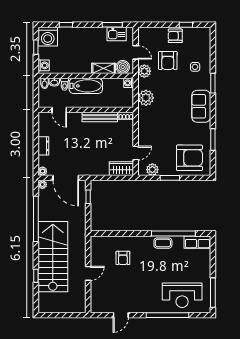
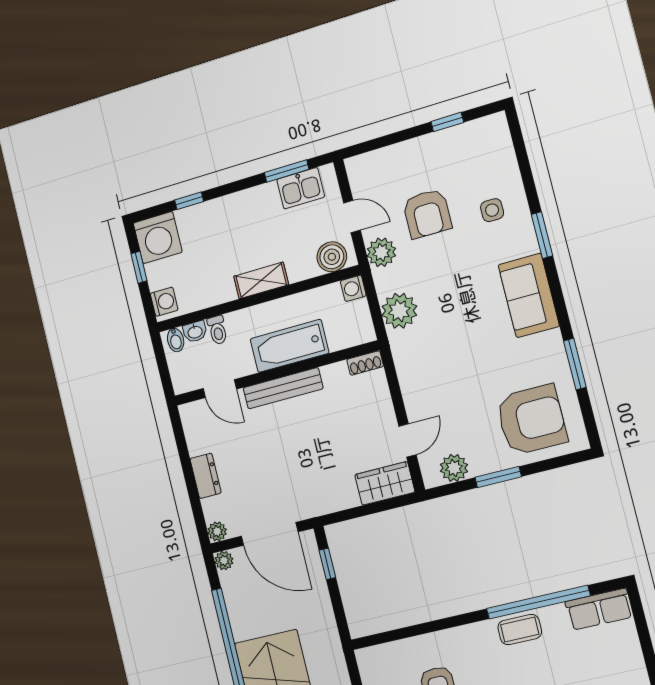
armchair: (175, 36) -> (430, 154), removed
shelving: (104, 68) -> (261, 280), moved
bathtub: (86, 86) -> (289, 346), moved, turned 180
bench: (100, 117) -> (283, 388), moved

